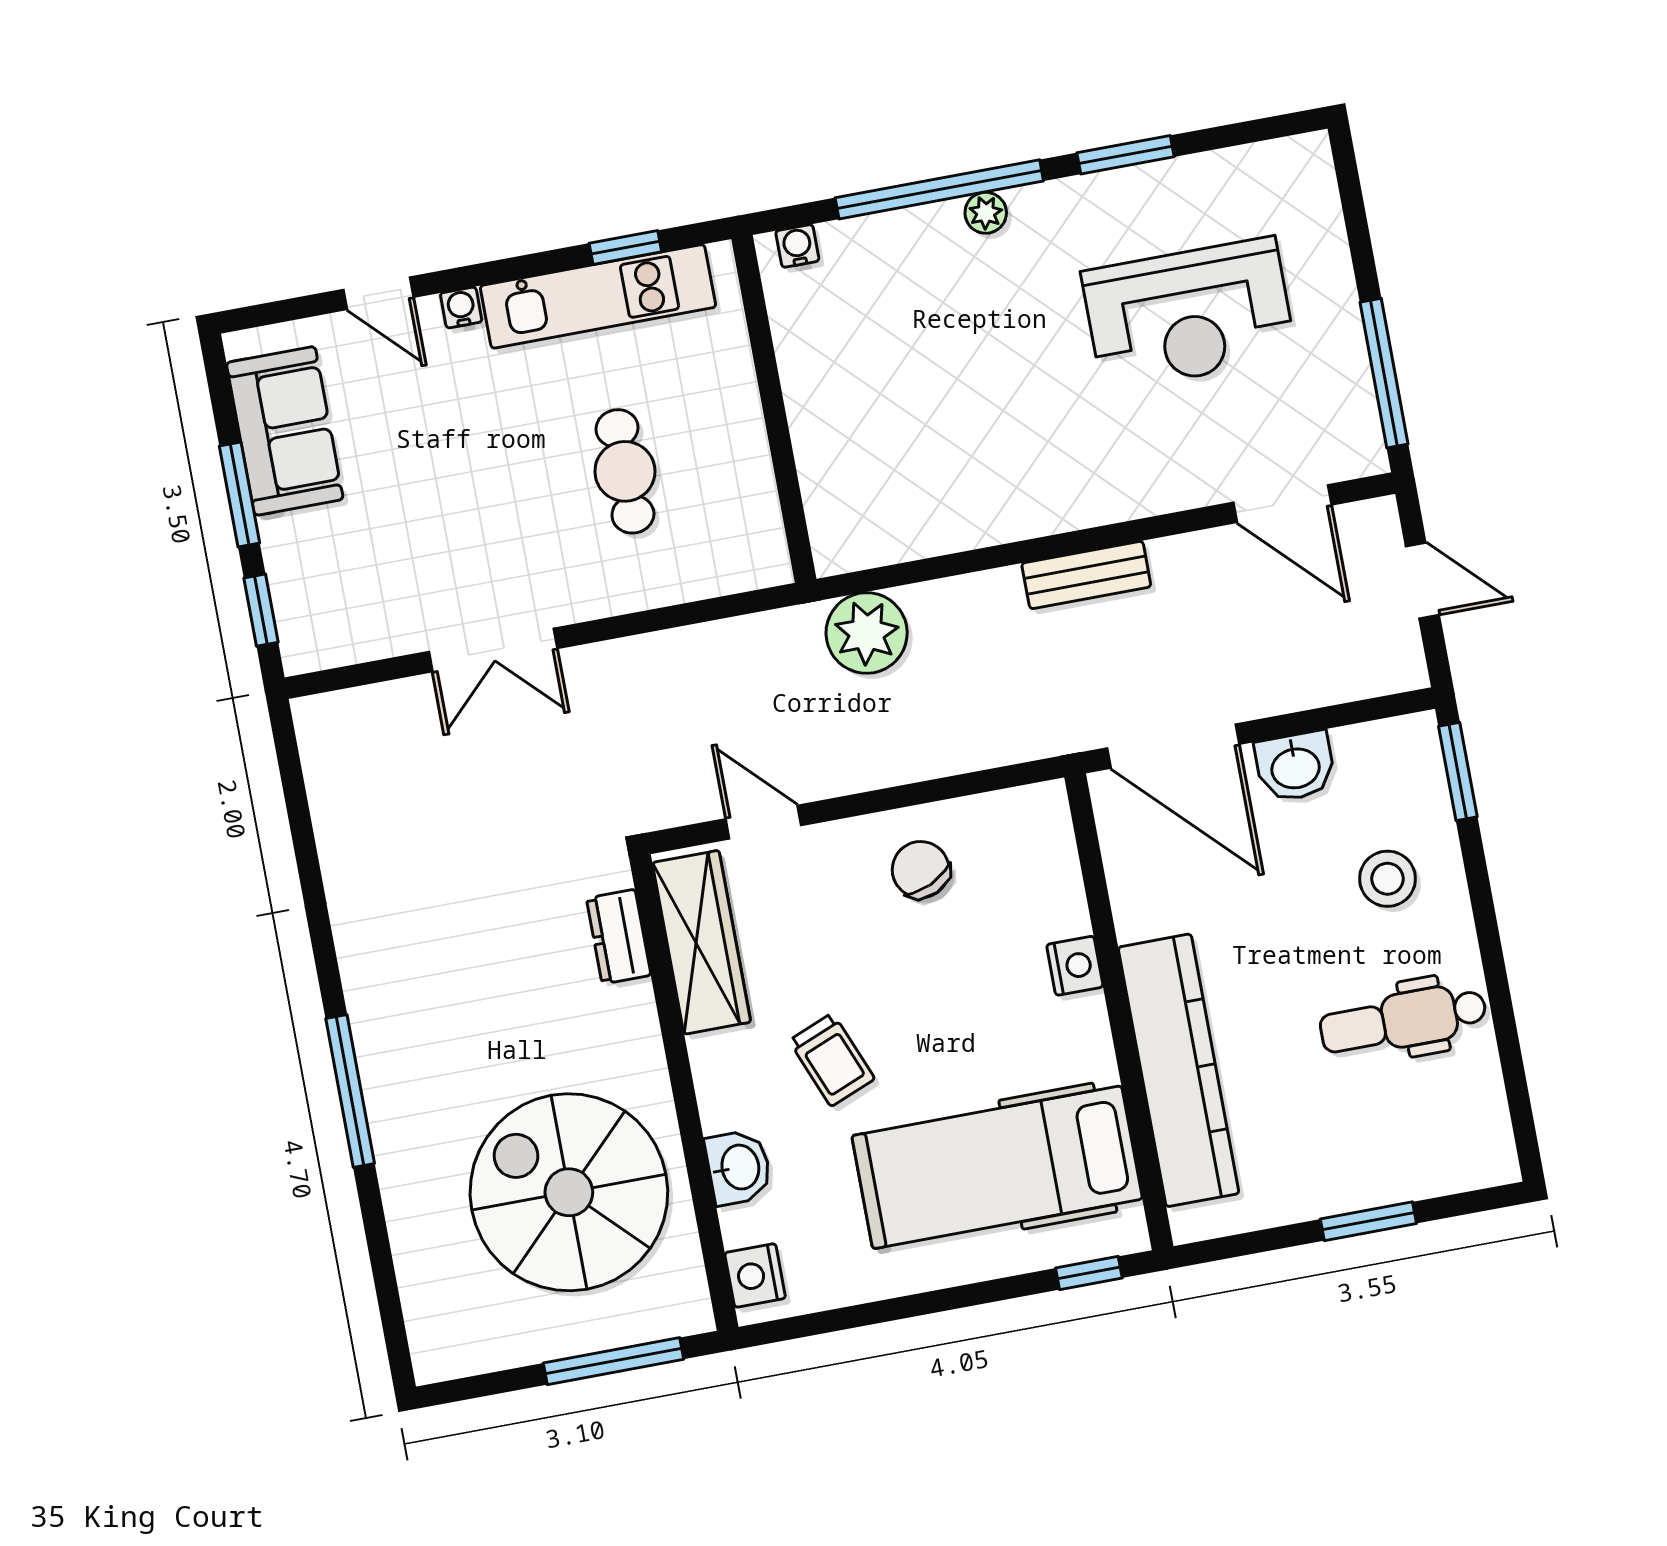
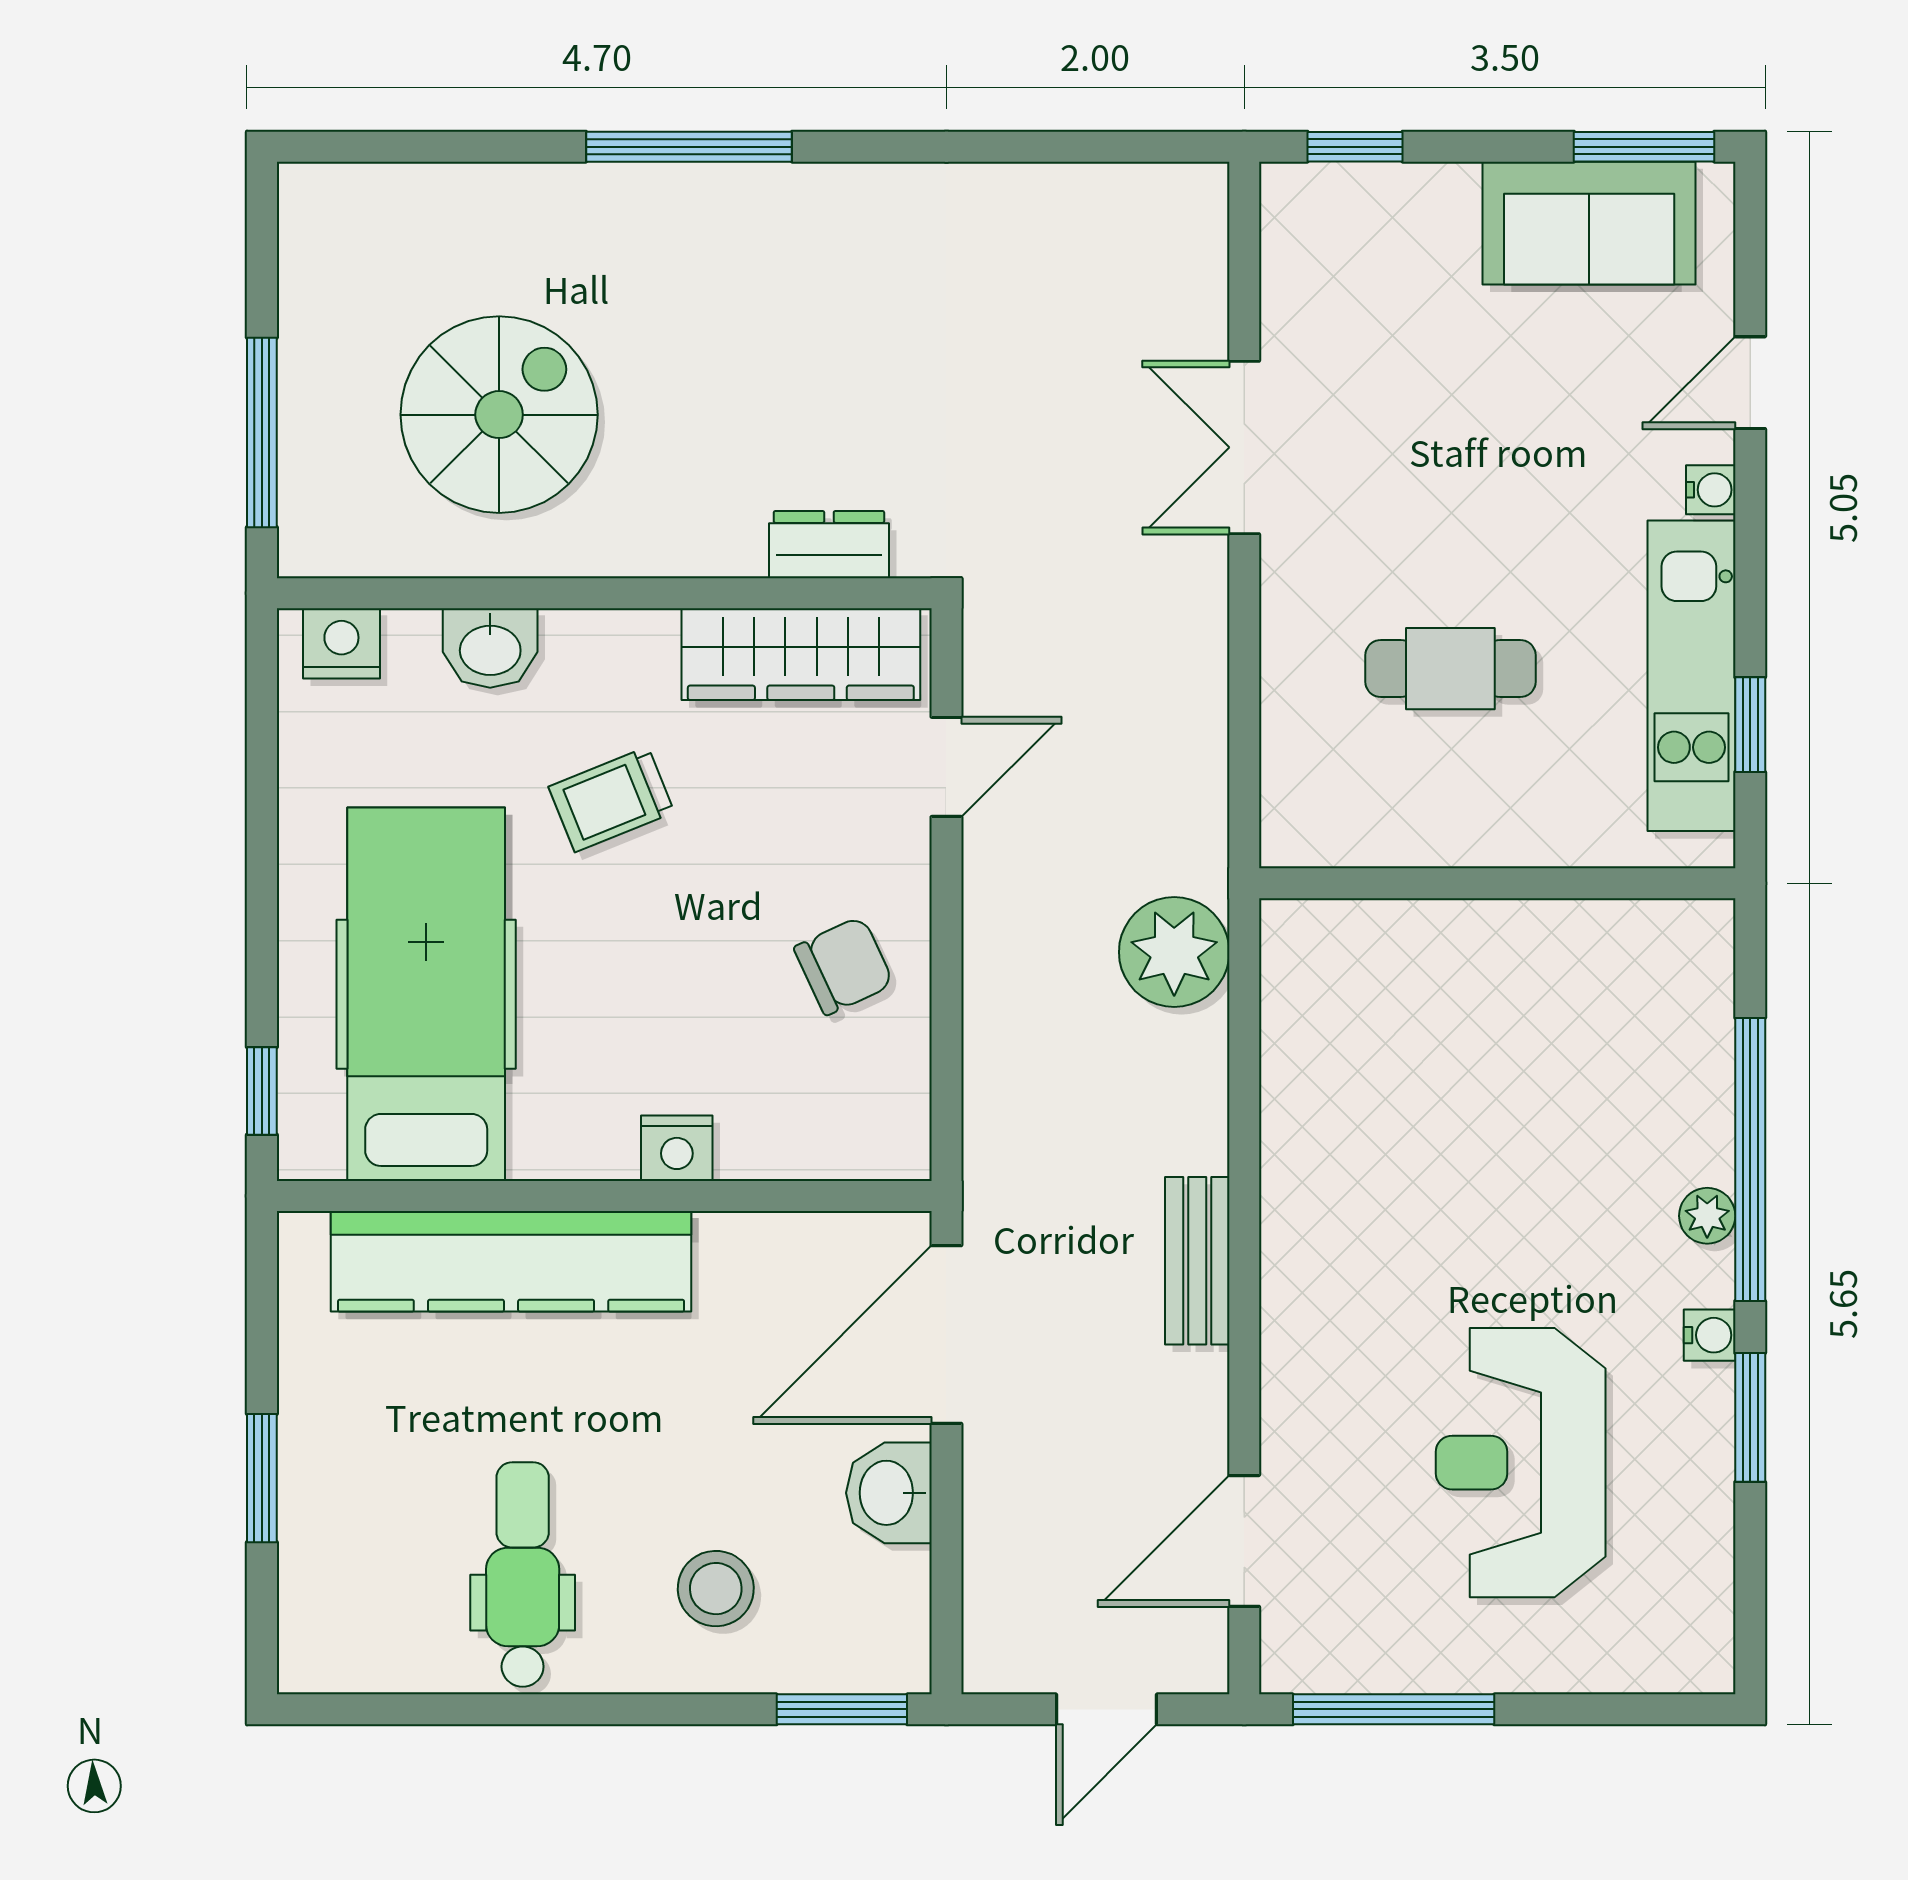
water cooler: (797, 246) -> (1710, 1335), moved
window: (240, 495) -> (1644, 147), moved
spiral stairs: (569, 1192) -> (499, 415), width x0.73, depth x0.73

